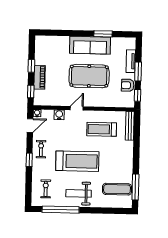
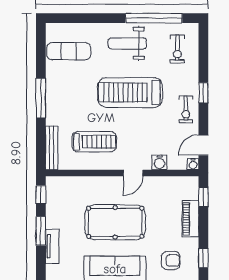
window: (31, 66) -> (203, 258), moved
armchair: (128, 85) -> (171, 260), moved
window: (135, 187) -> (41, 98), moved
weight bench: (79, 193) -> (127, 43), turned 180

